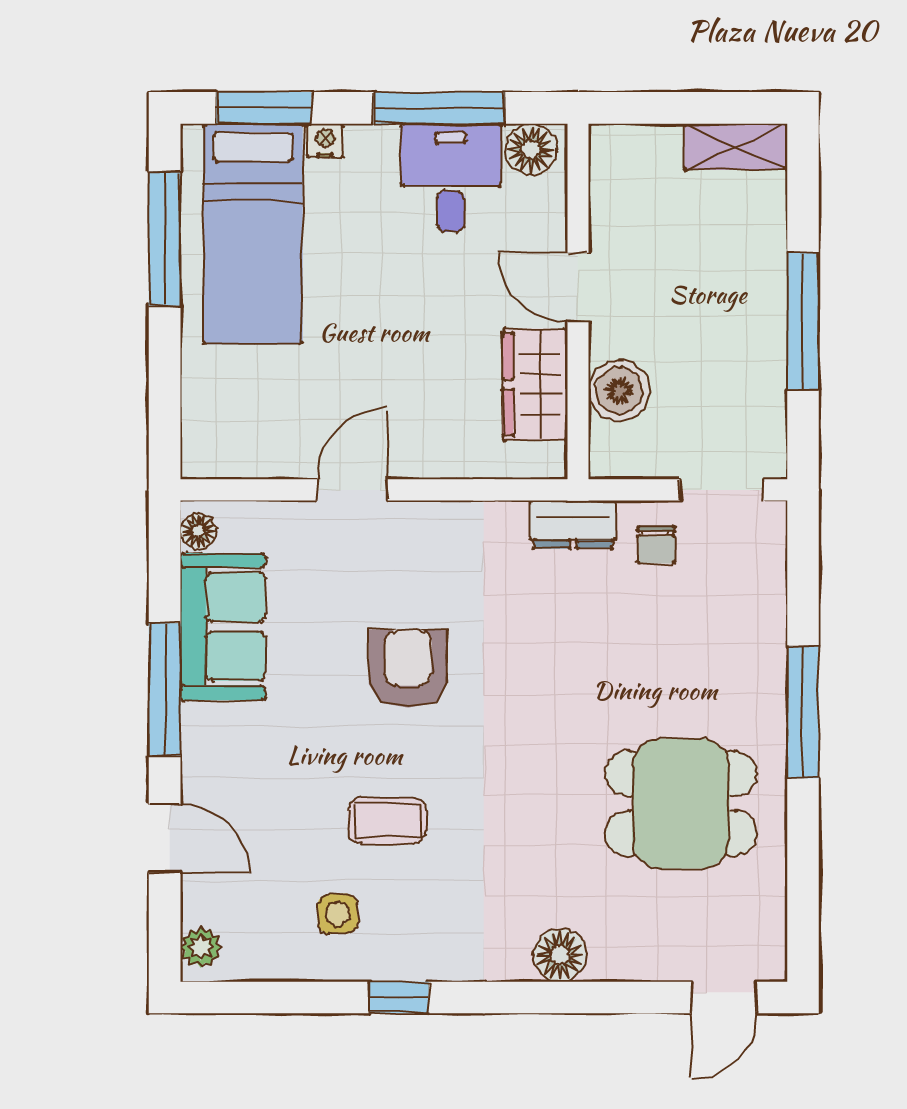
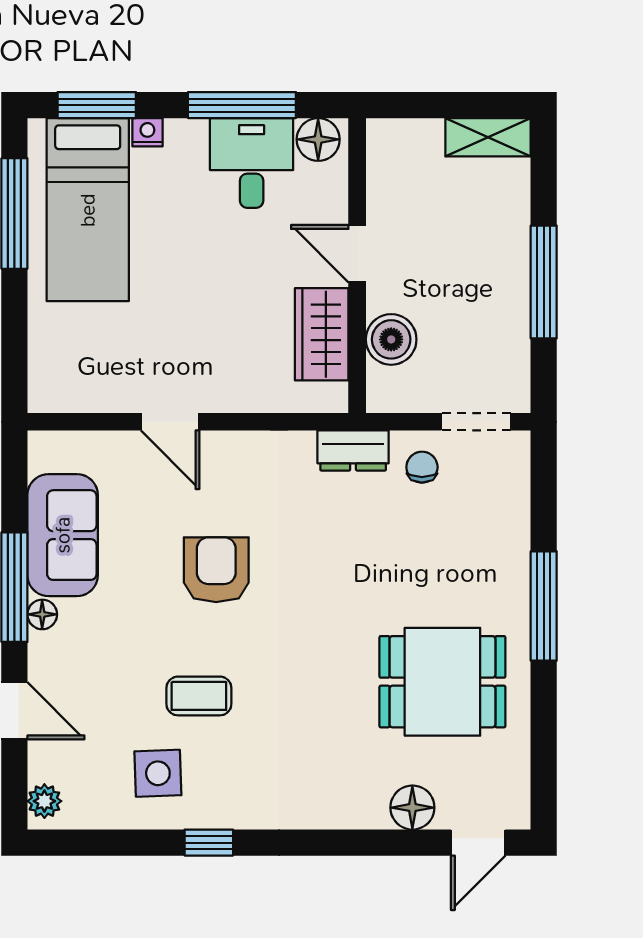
door: (352, 490) -> (170, 422), swing flipped
floor lamp: (198, 531) -> (42, 614), moved
chair: (656, 545) -> (422, 467), turned 180
side table: (338, 914) -> (158, 773), width x1.37, depth x1.37
floor lamp: (560, 955) -> (412, 808), moved

